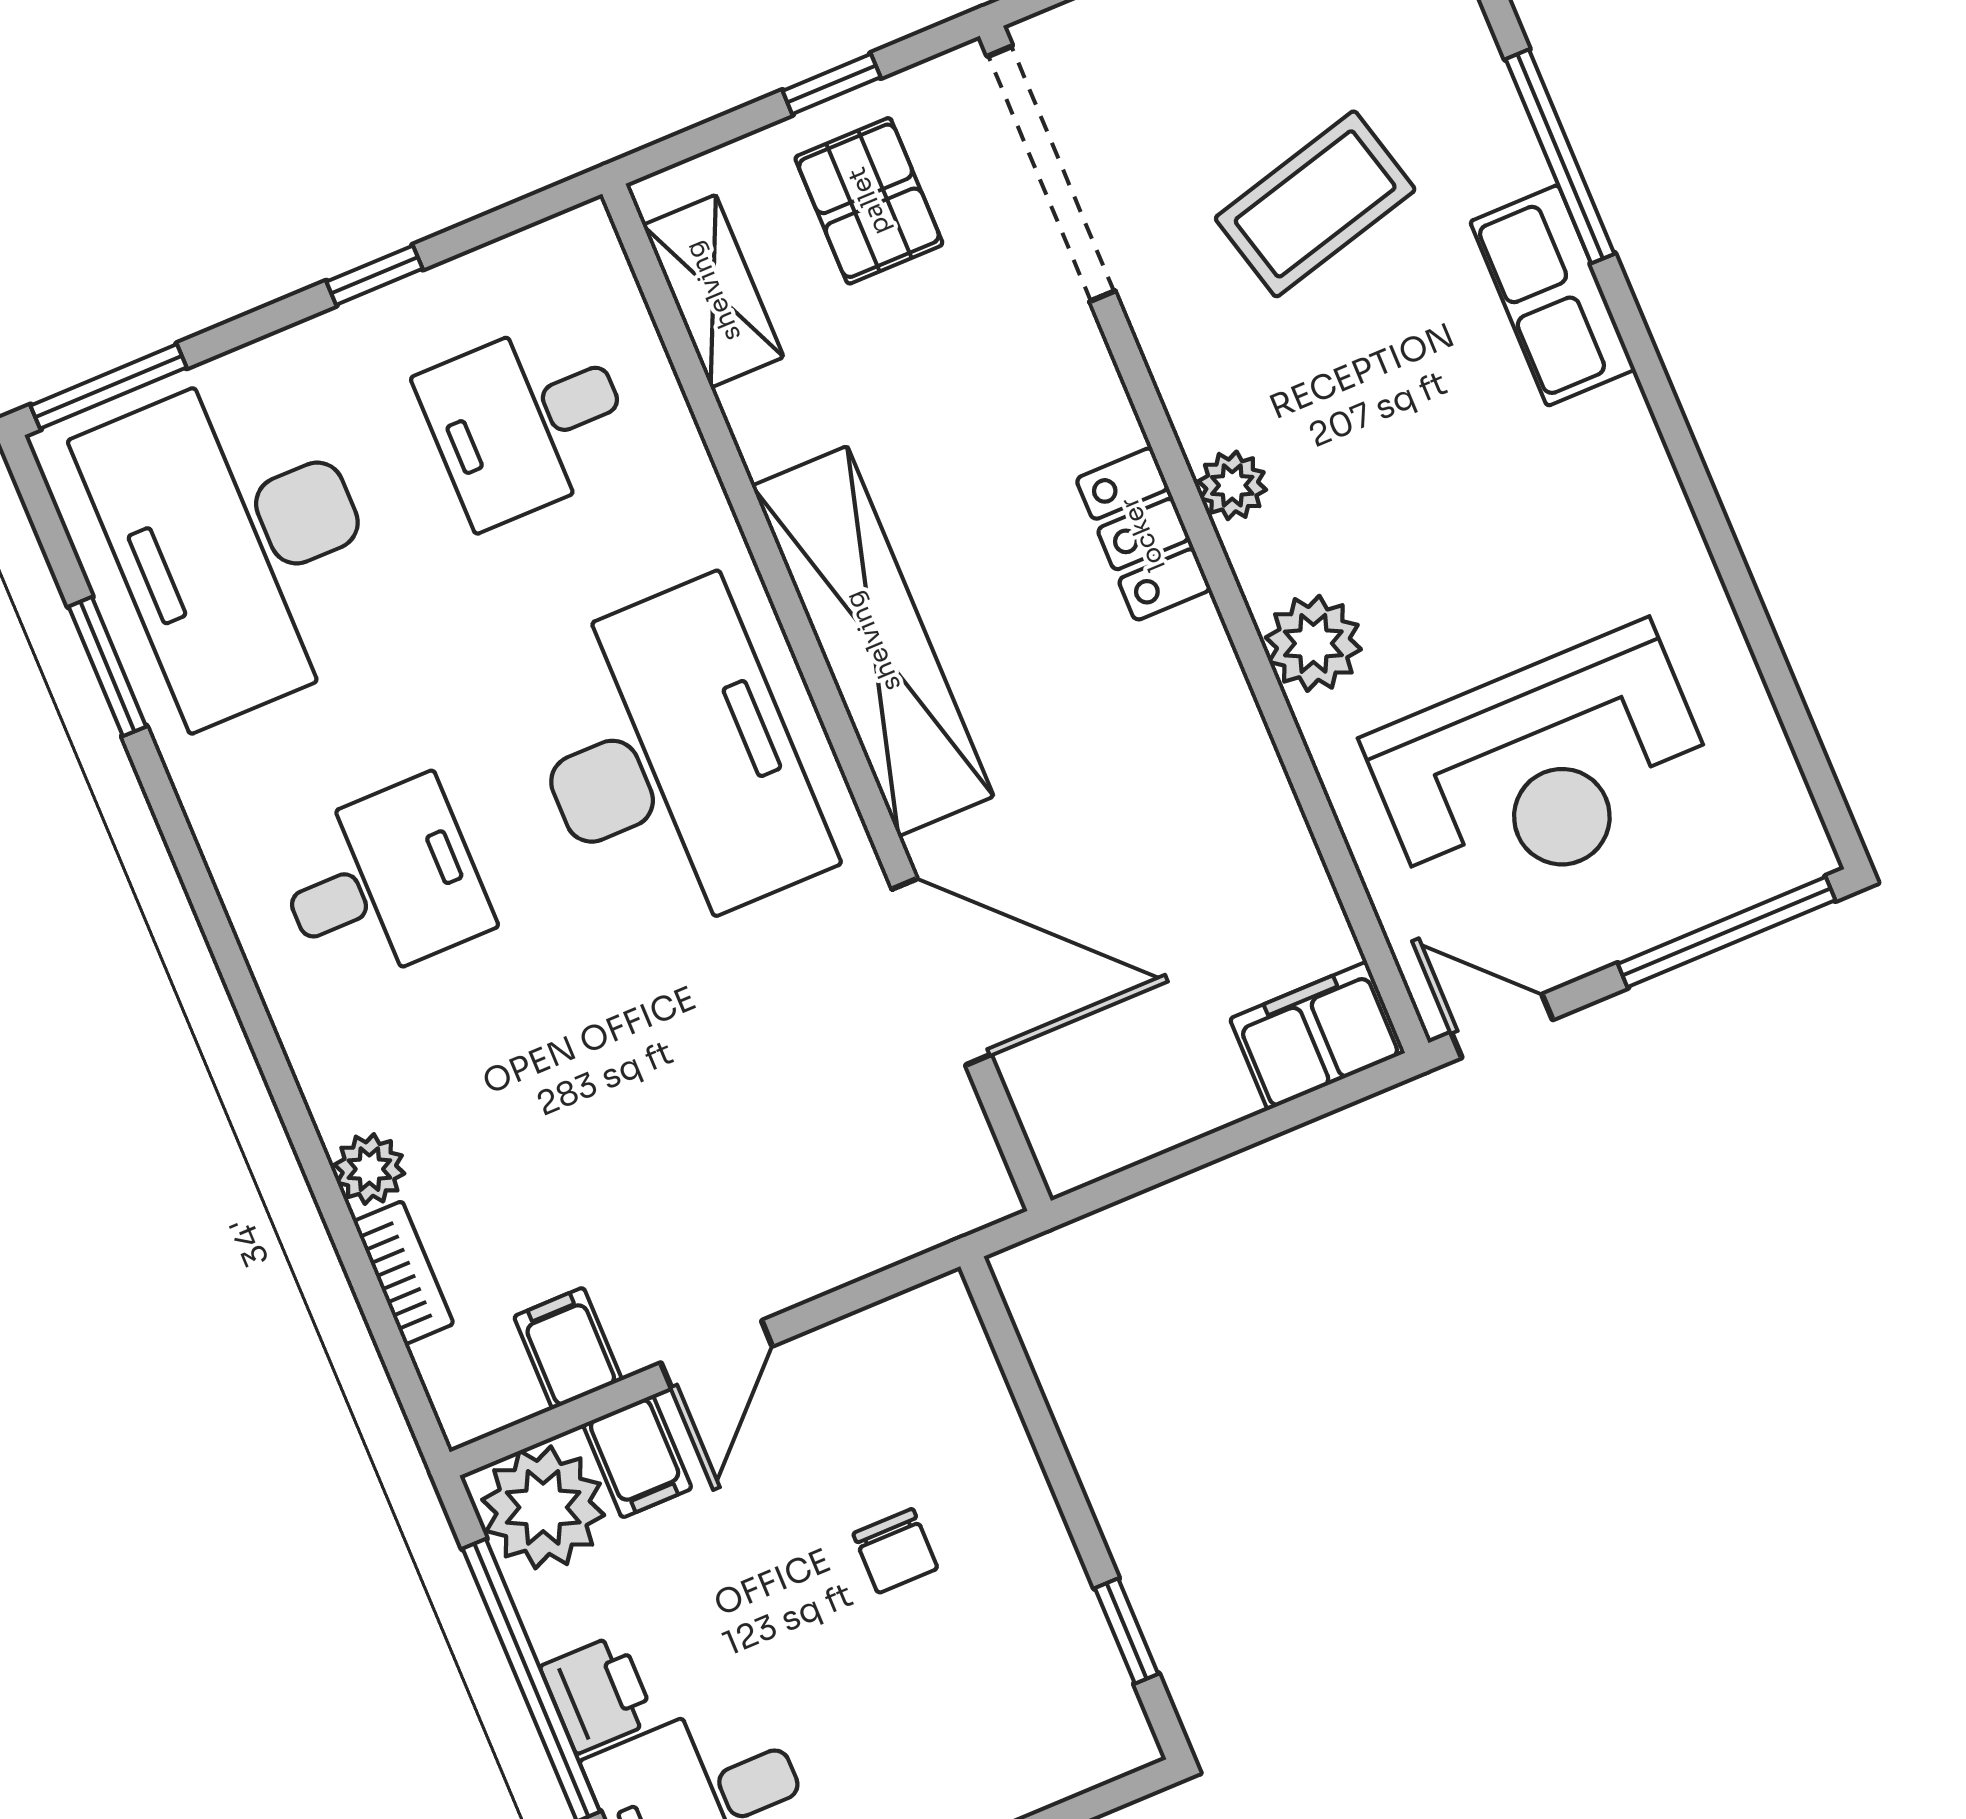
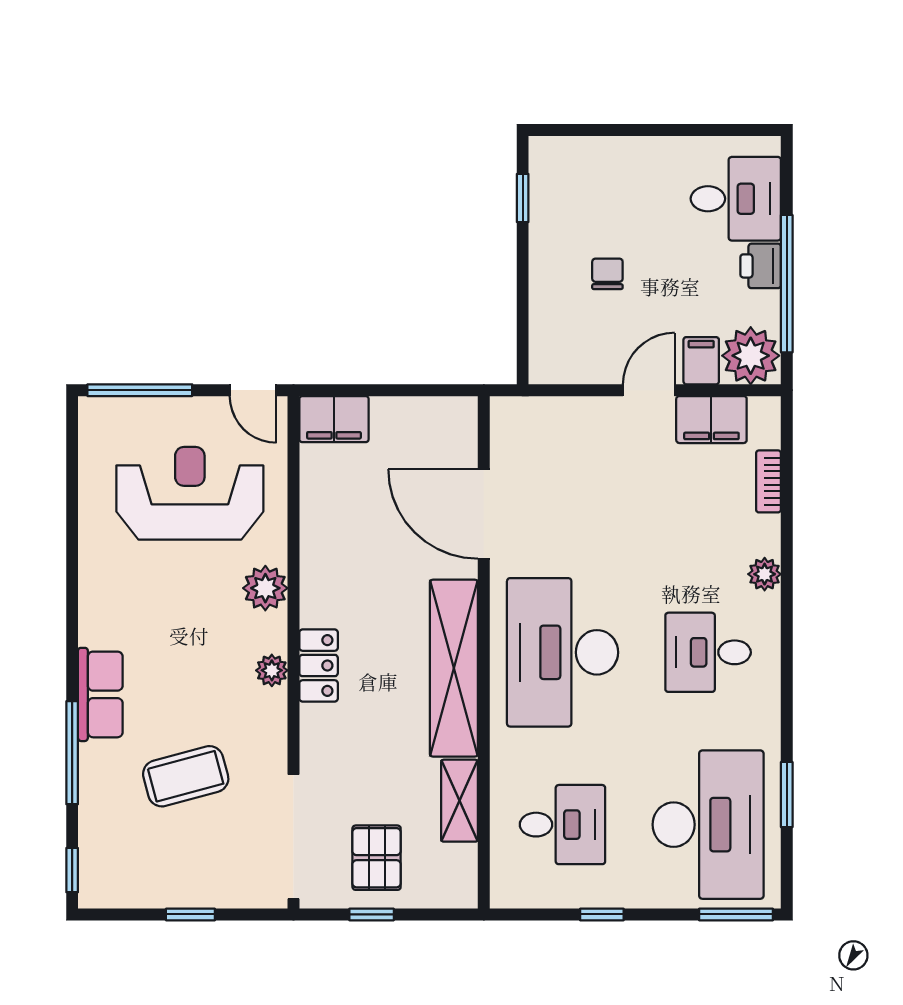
shelving: (713, 291) -> (460, 801), moved
plant: (369, 1169) -> (765, 574), moved
filing cabinet: (568, 1348) -> (711, 420), width x2.00

